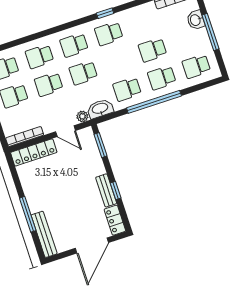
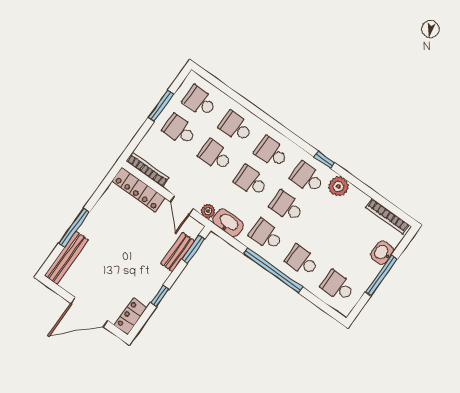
plant: (130, 17) -> (338, 186), added
school desk: (153, 50) -> (287, 207), moved
bench: (106, 190) -> (178, 252), moved

